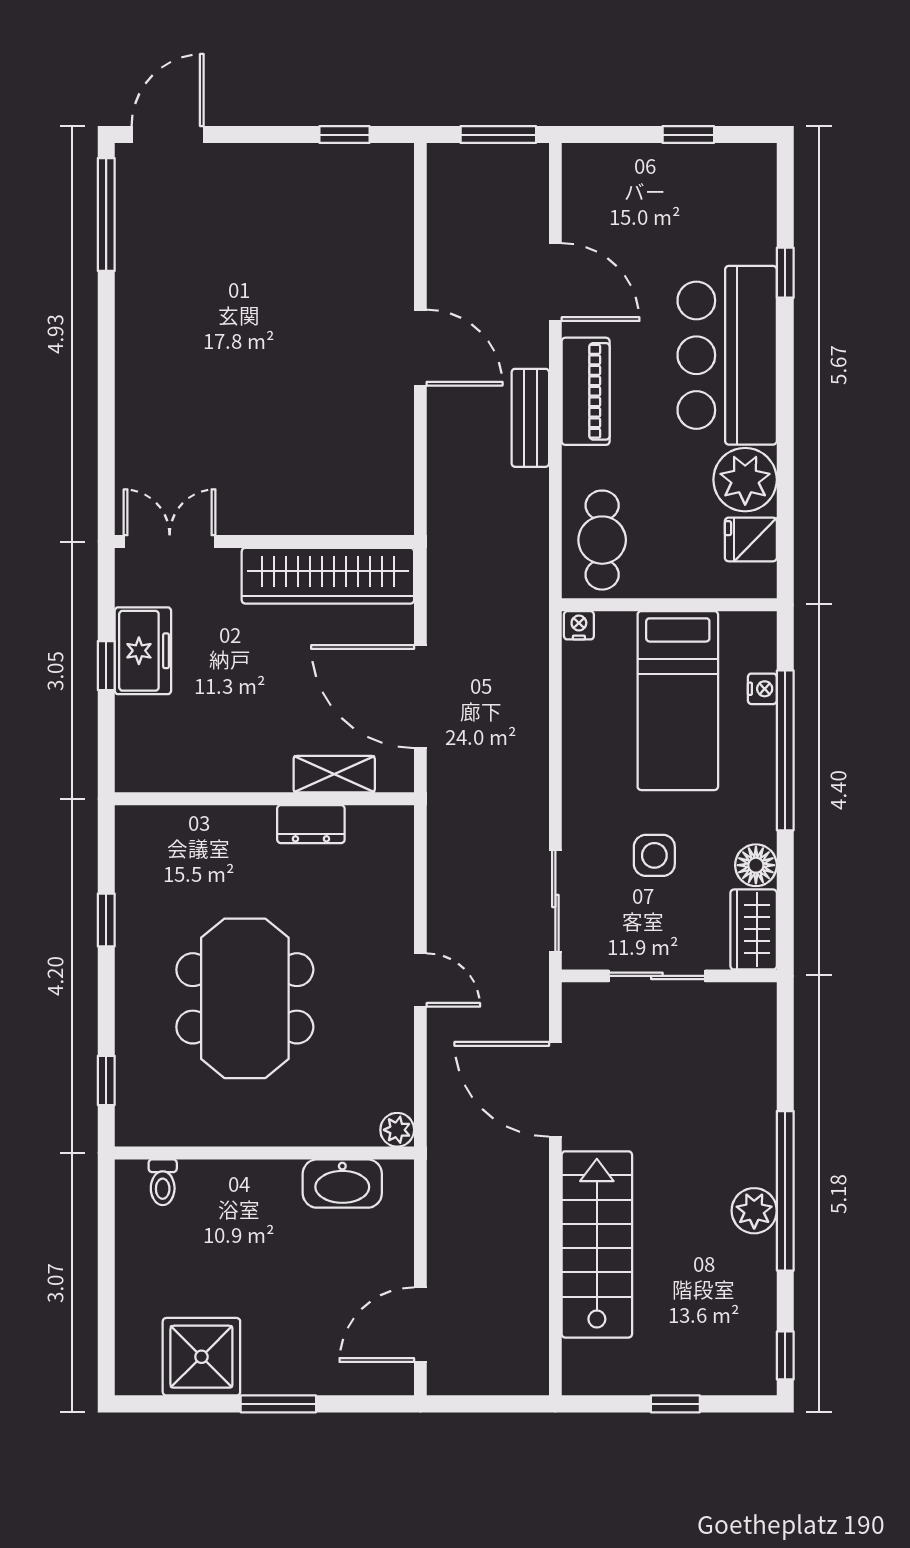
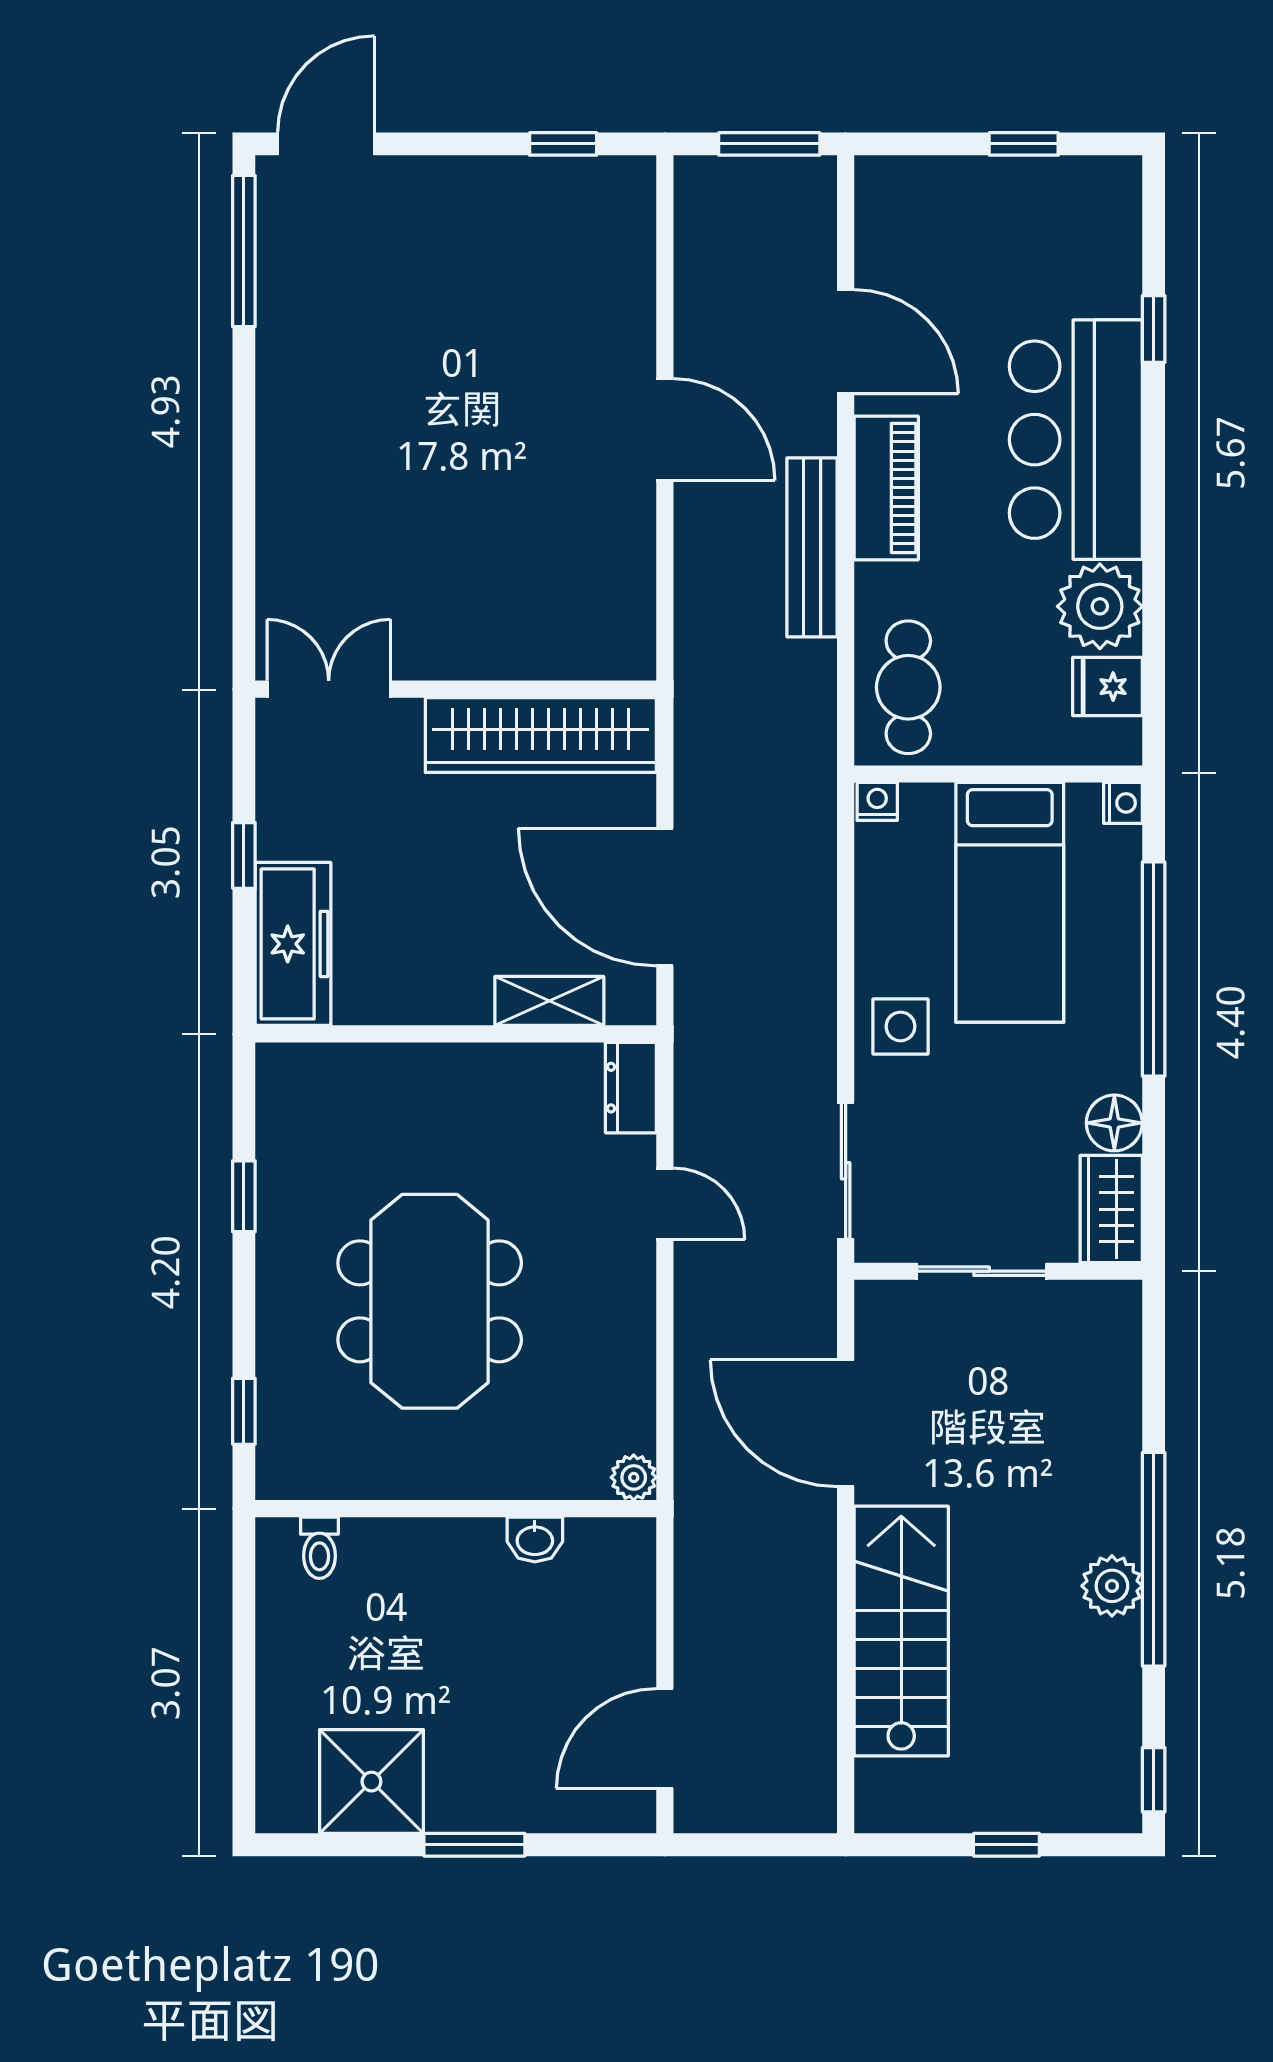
bench: (530, 418) -> (812, 547), width x1.36
freezer: (143, 651) -> (293, 944), moved, width x1.40
nightstand: (762, 689) -> (1123, 803), moved
dresser: (311, 824) -> (631, 1088), moved, turned 90
side table: (654, 855) -> (901, 1026), moved
door: (420, 980) -> (665, 1204), moved
washbasin: (342, 1184) -> (535, 1539), width x0.52, depth x0.69

